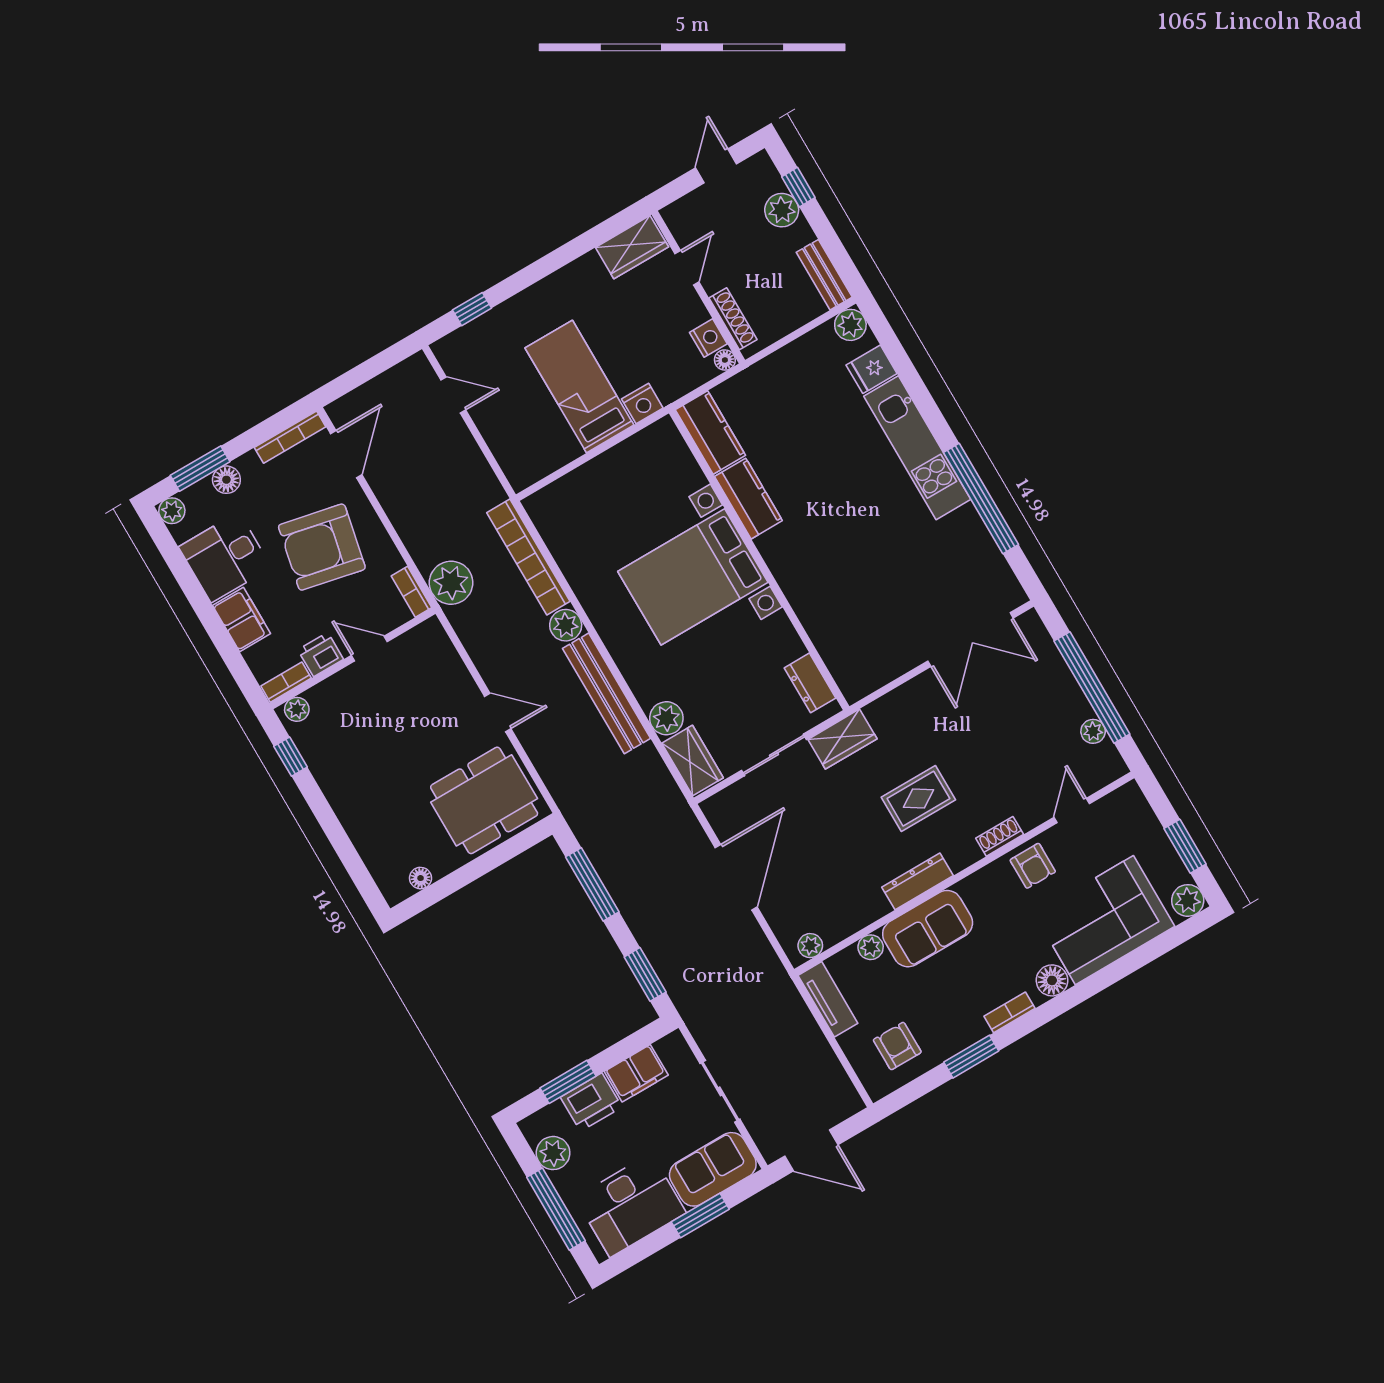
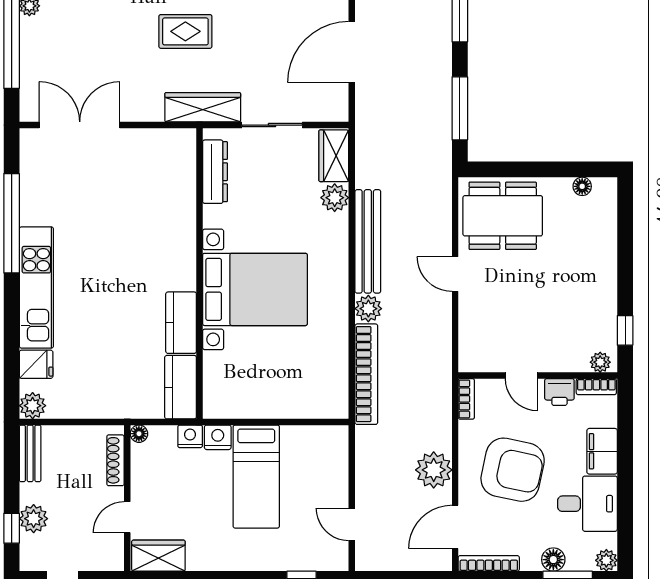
nightstand: (708, 338) -> (190, 436), moved, turned 90
plant: (451, 583) -> (434, 470), moved
dresser: (810, 683) -> (215, 172), width x1.44
wardrobe: (842, 739) -> (203, 107), width x1.50

